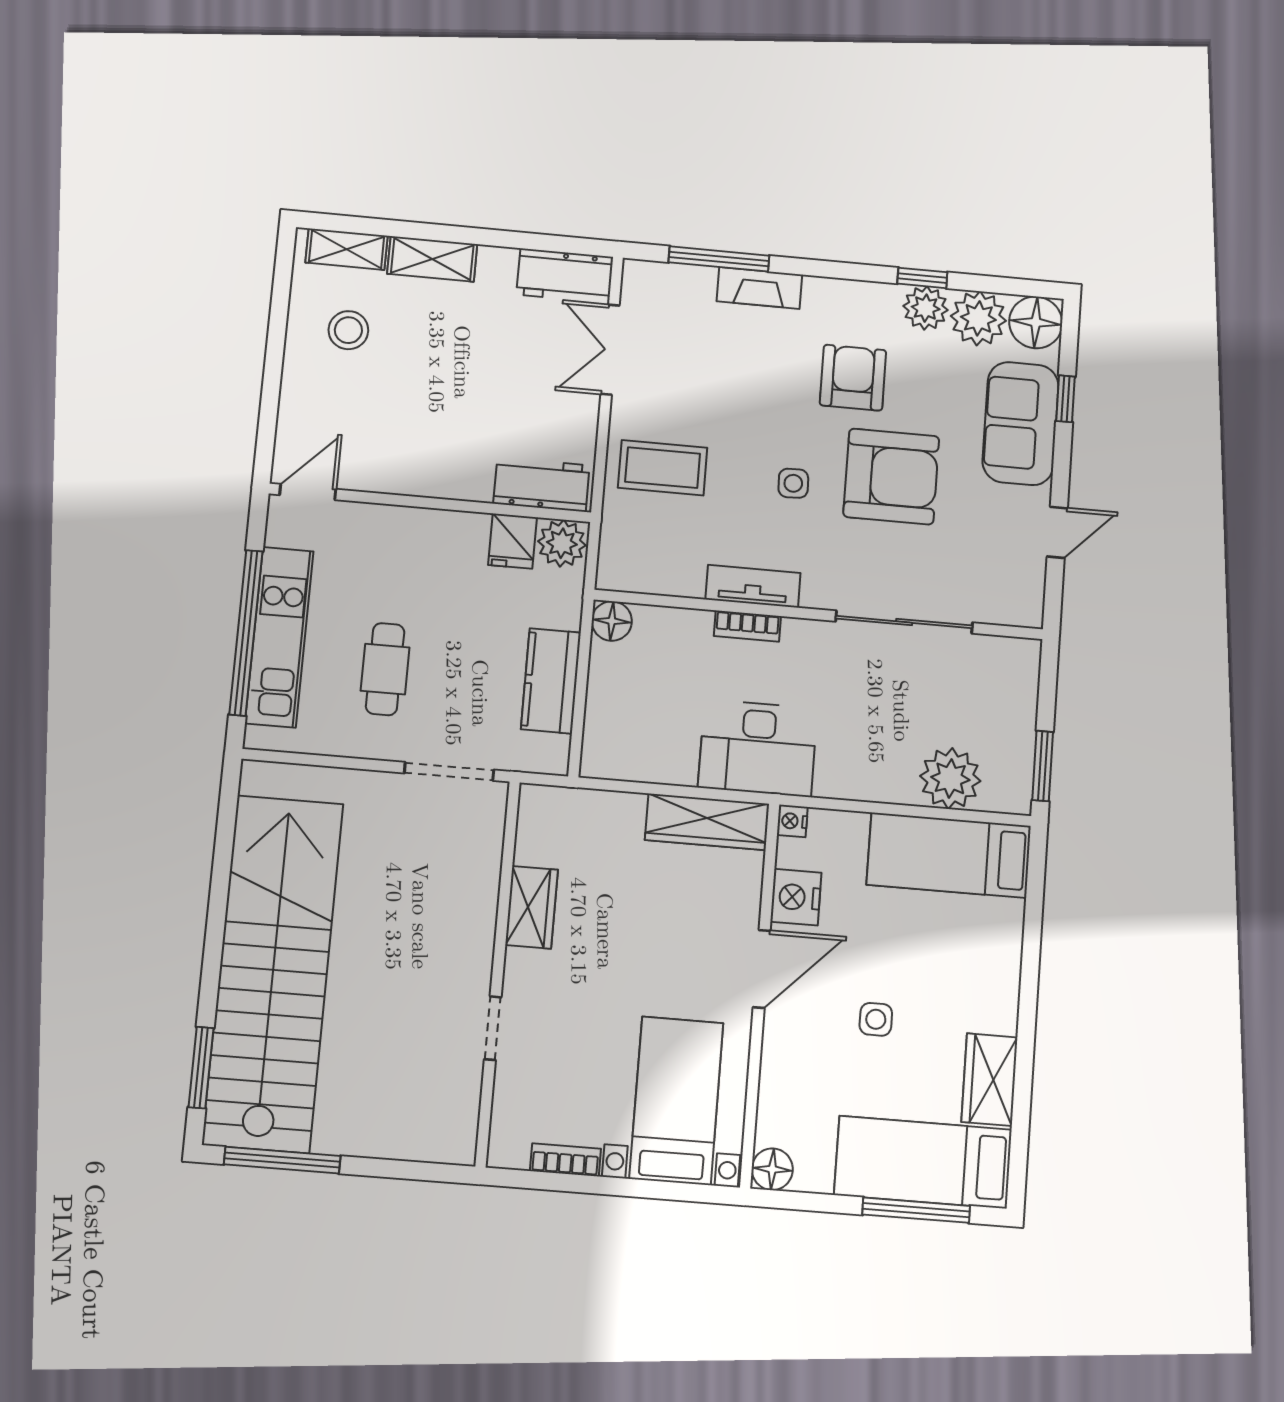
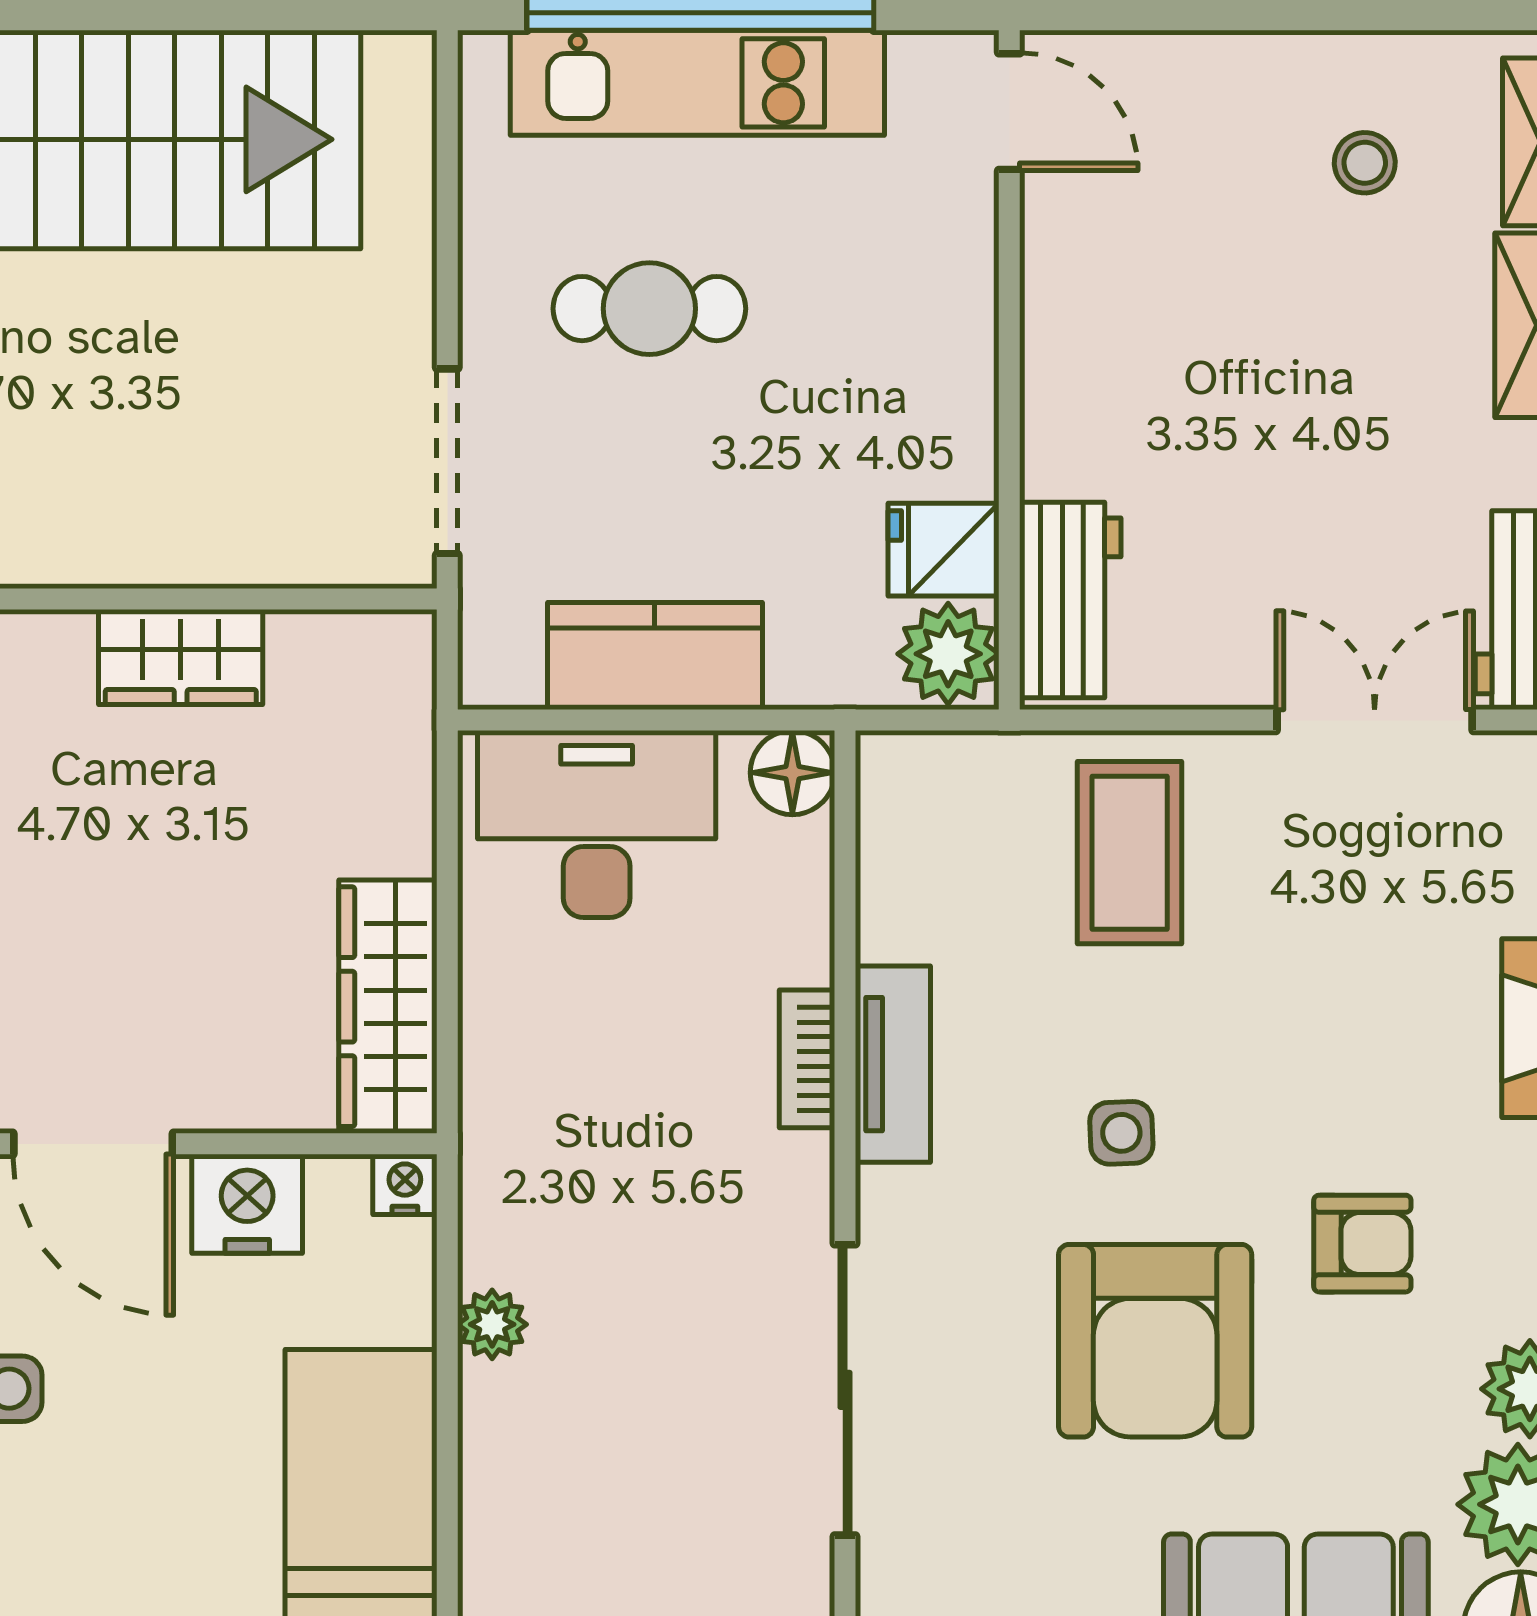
stool: (348, 330) -> (1365, 163), width x0.73, depth x0.73
armchair: (853, 378) -> (1362, 1244), width x0.72, depth x0.72
desk: (758, 748) -> (597, 824), moved, turned 90
plant: (950, 778) -> (492, 1324), moved, width x0.53, depth x0.53

